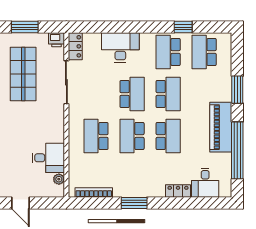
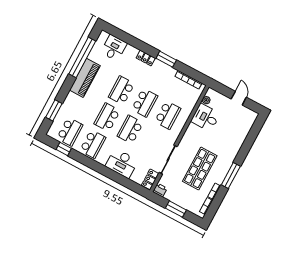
window: (183, 27) -> (64, 149), moved
shop shelf: (23, 74) -> (200, 169), moved
window: (237, 90) -> (54, 110), moved
locker: (178, 191) -> (146, 58), moved

